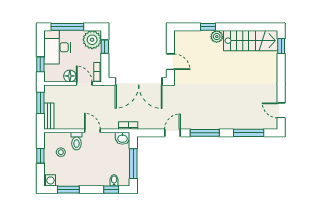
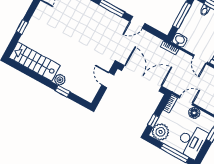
window: (281, 46) -> (22, 27), moved
door: (84, 83) -> (186, 101), swing flipped

